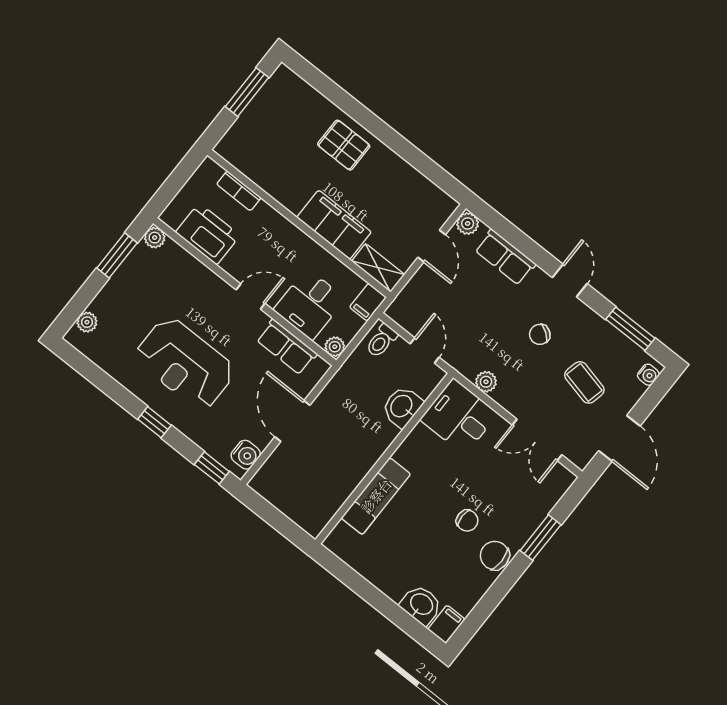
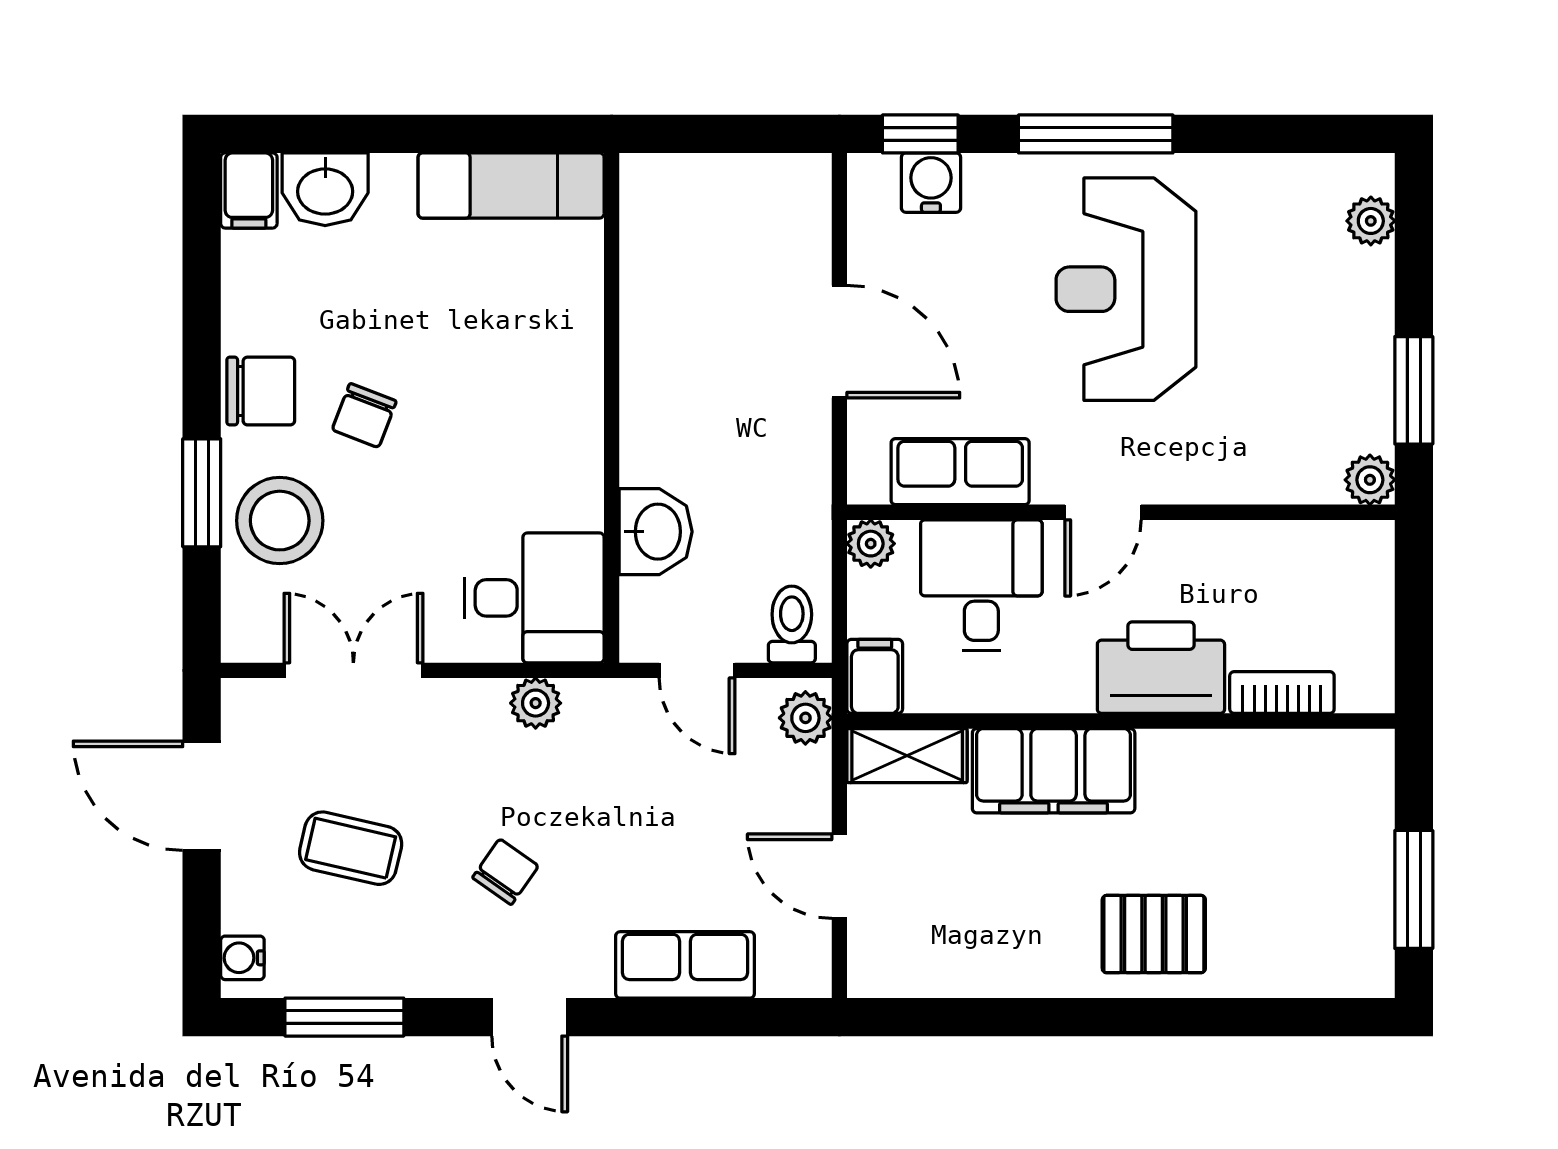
plant: (468, 223) -> (805, 718), moved
printer: (208, 234) -> (1161, 668), moved, turned 180
reception desk: (185, 363) -> (1126, 289), turned -90
window: (154, 422) -> (1096, 134), width x2.17
water cooler: (246, 455) -> (931, 183), moved, turned 90
exam couch: (376, 496) -> (511, 185), moved, turned -90
stool: (522, 508) -> (280, 521), added
chair: (467, 521) -> (364, 415), turned -69

